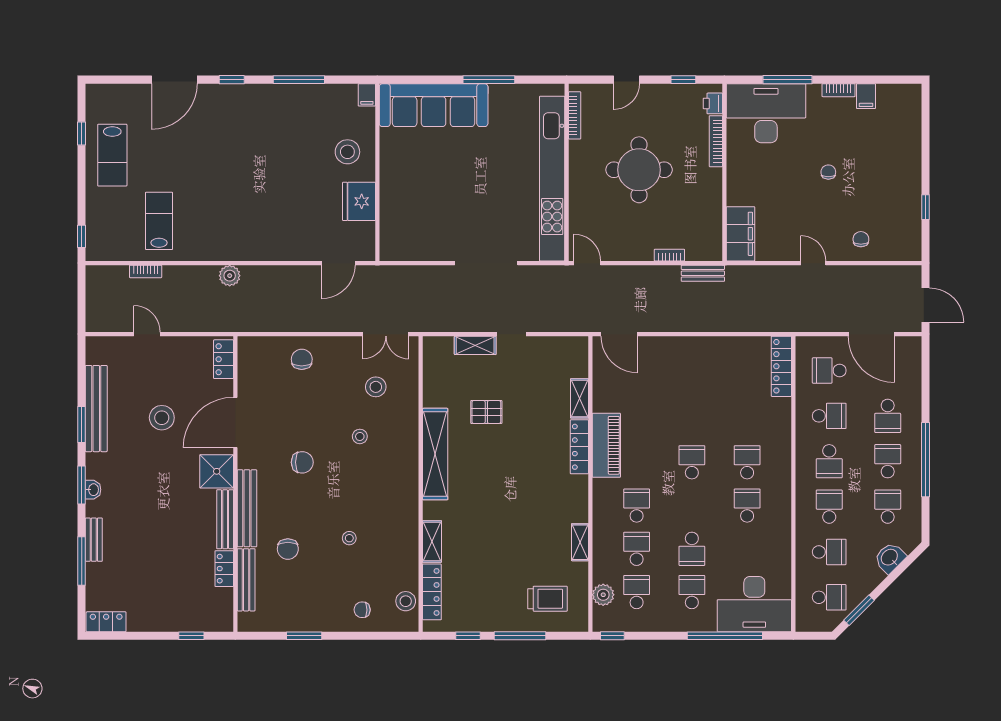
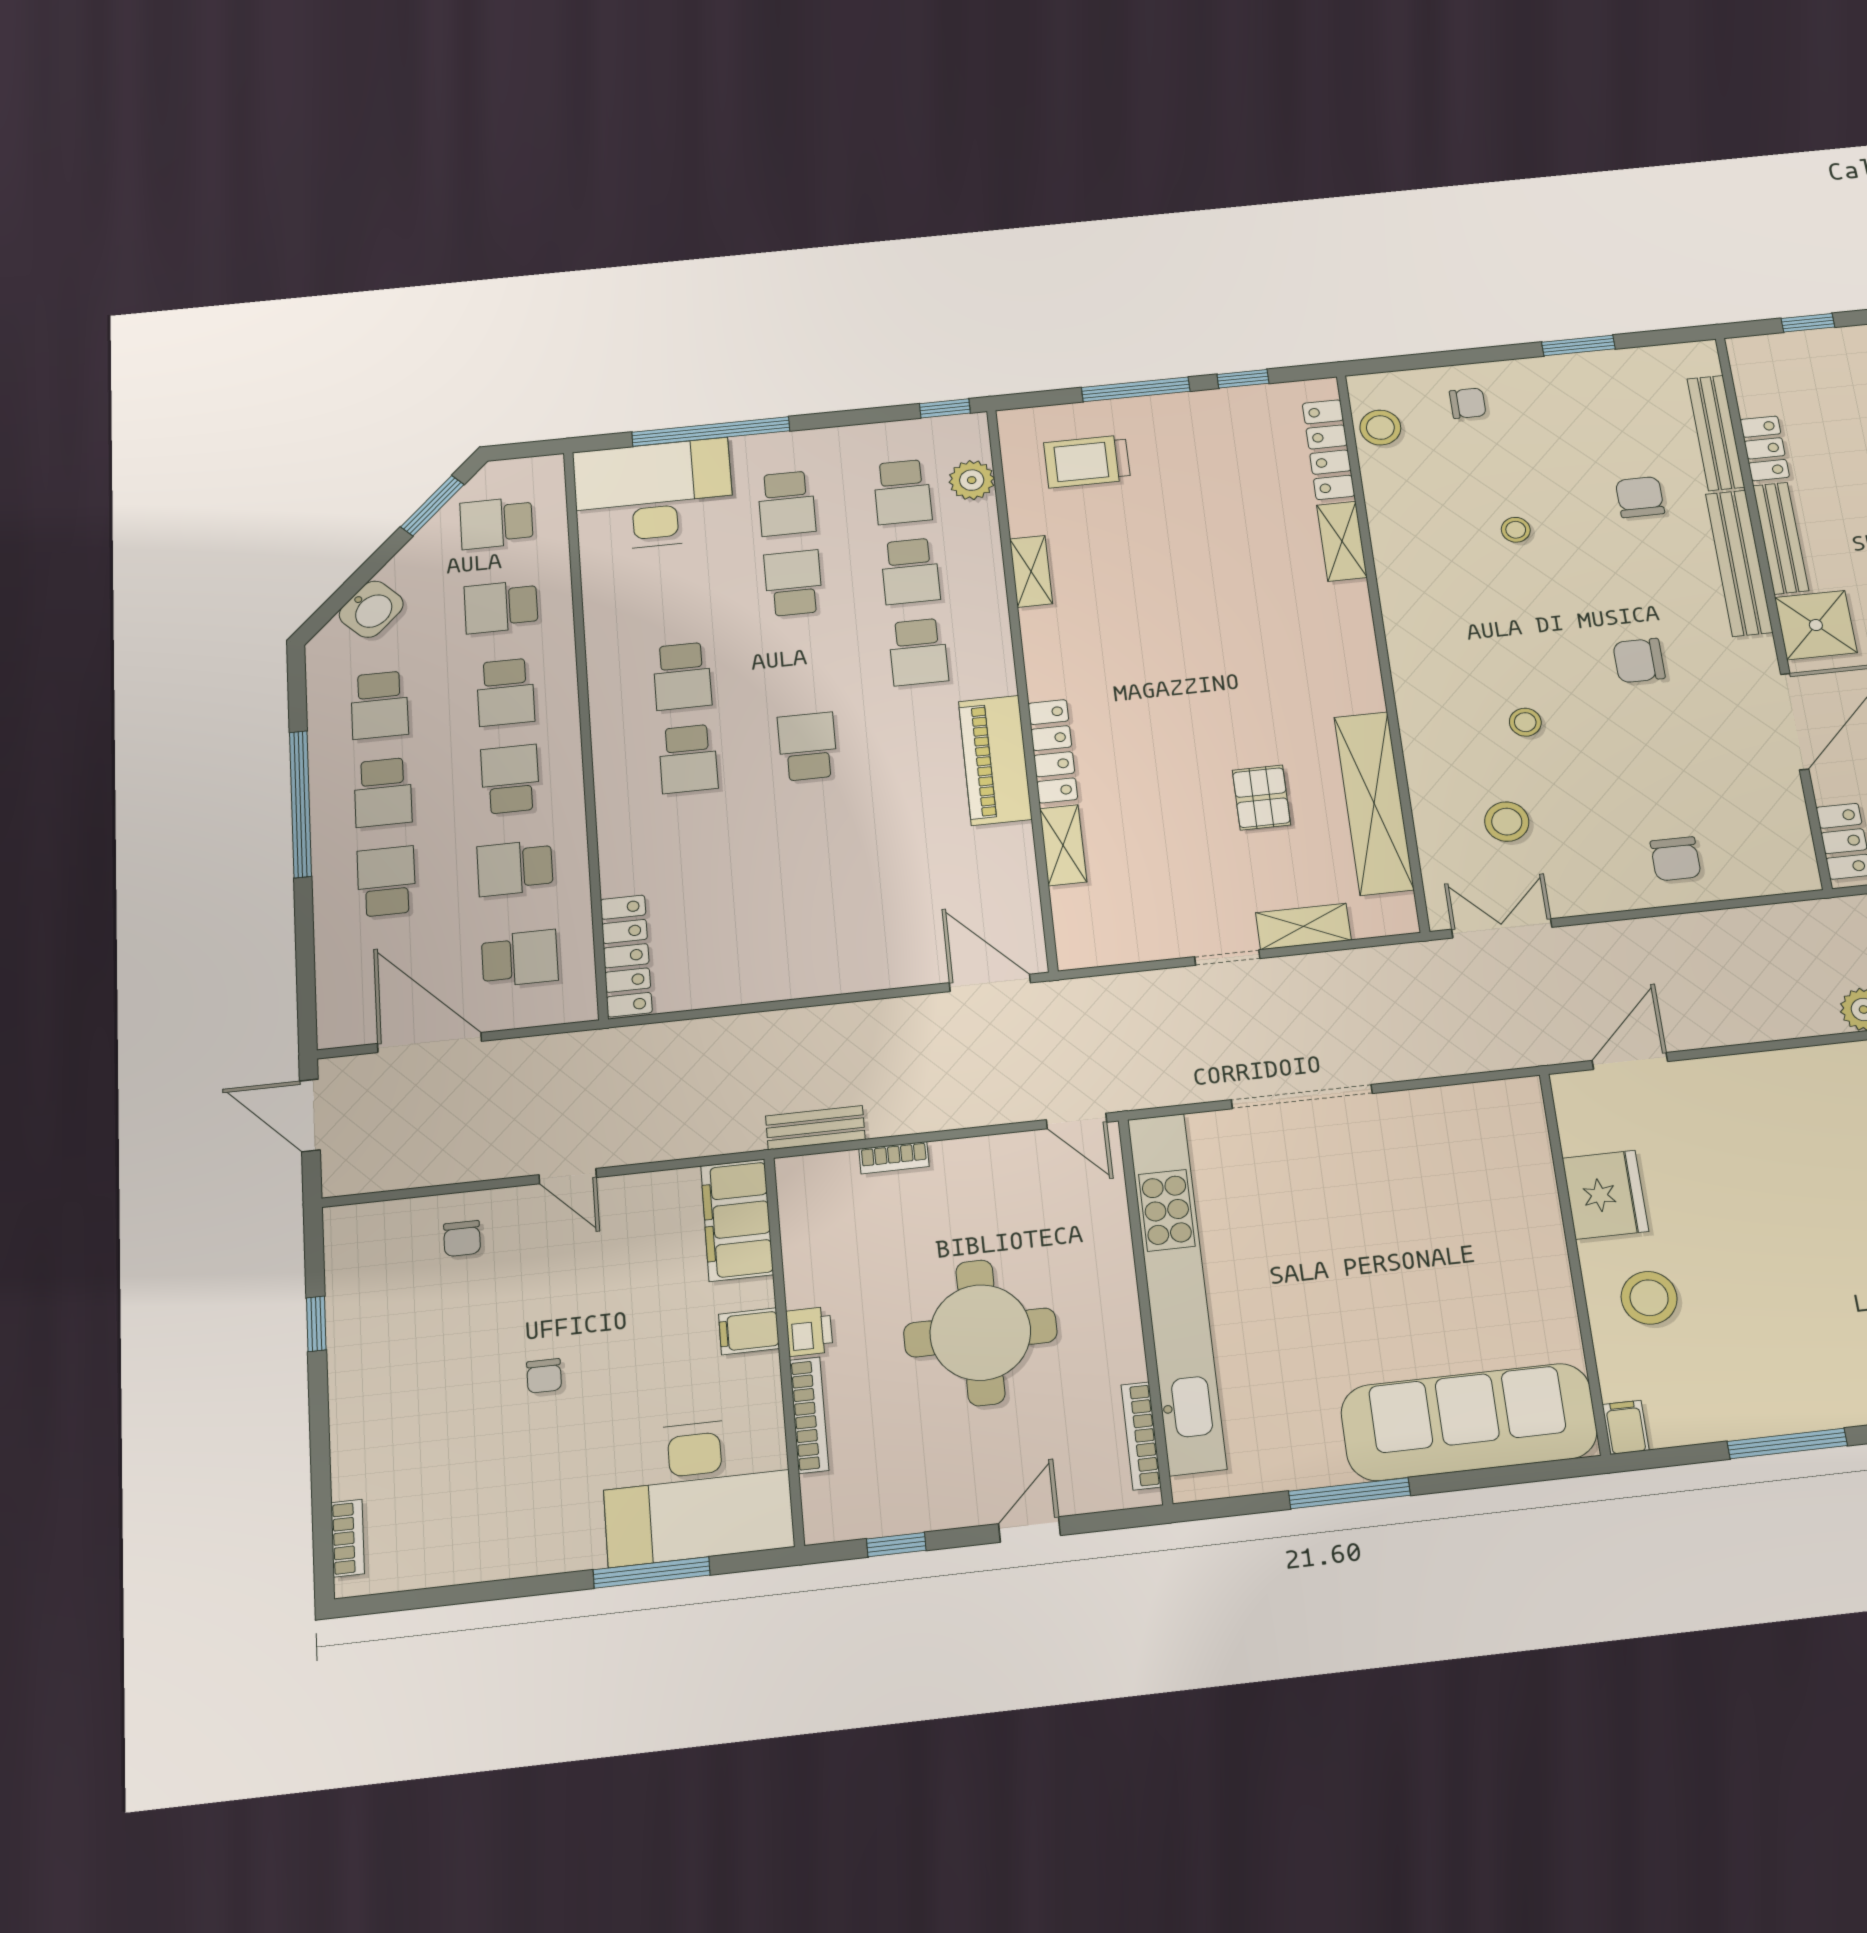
bookcase: (839, 90) -> (348, 1538), moved, turned 90
filing cabinet: (866, 96) -> (749, 1331), moved, turned -90
printer: (713, 103) -> (809, 1331), moved
pallet: (486, 412) -> (1261, 798), turned 90
shelving: (435, 454) -> (1374, 803), moved
school desk: (692, 462) -> (807, 746), turned 180

